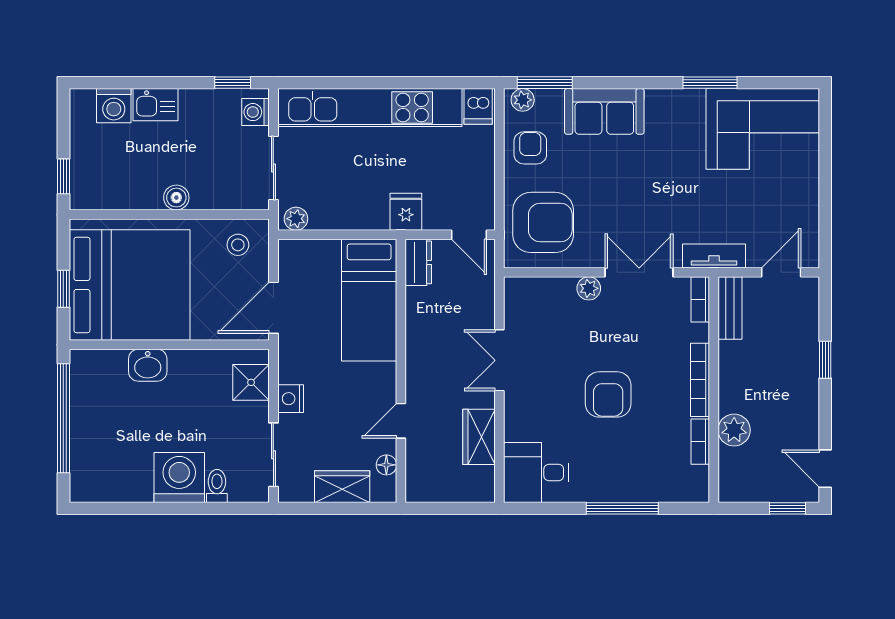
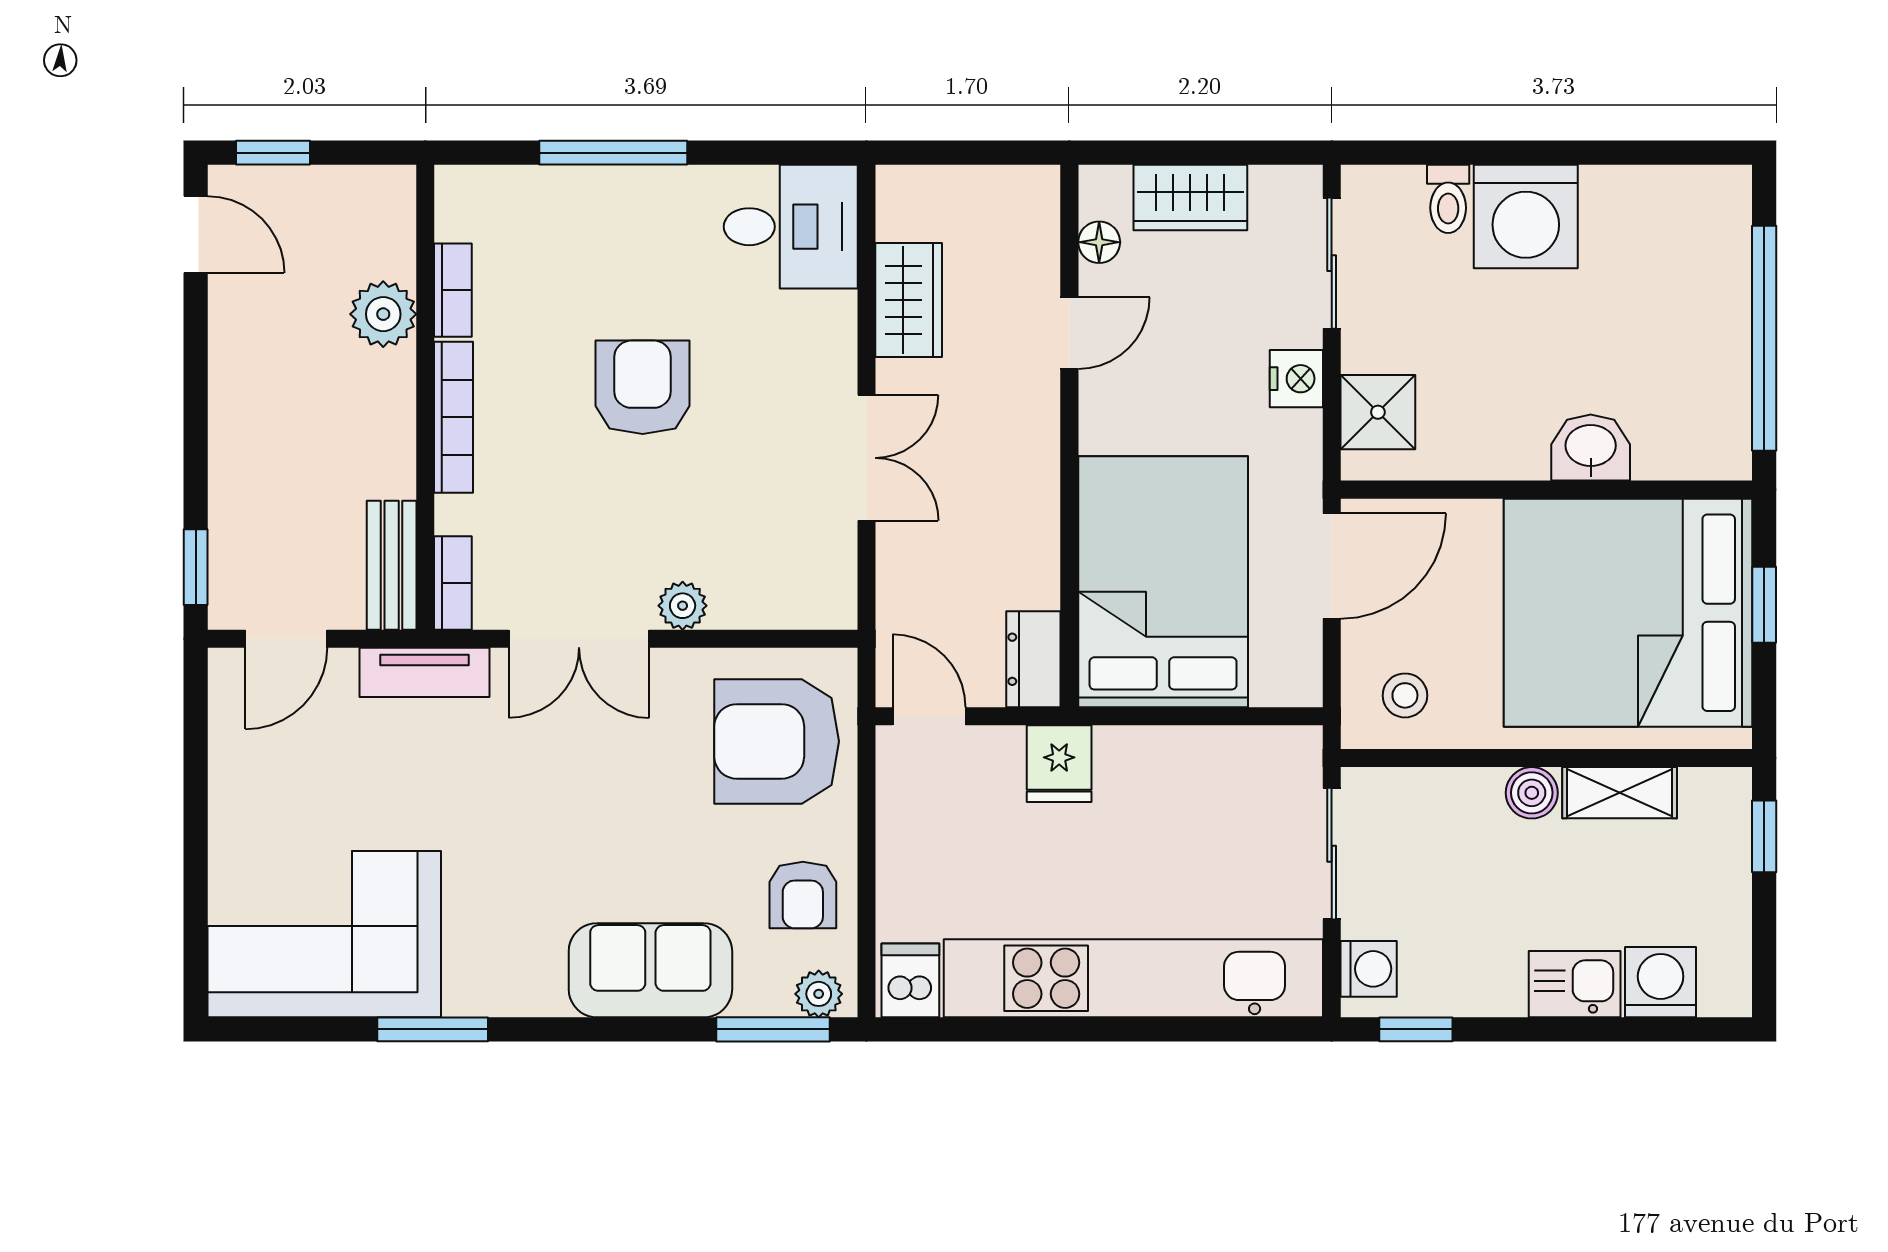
shelving: (134, 198) -> (1620, 793), added
plant: (296, 219) -> (1285, 749), removed
bed: (369, 300) -> (1163, 582), width x1.50
window: (825, 360) -> (196, 567), moved

